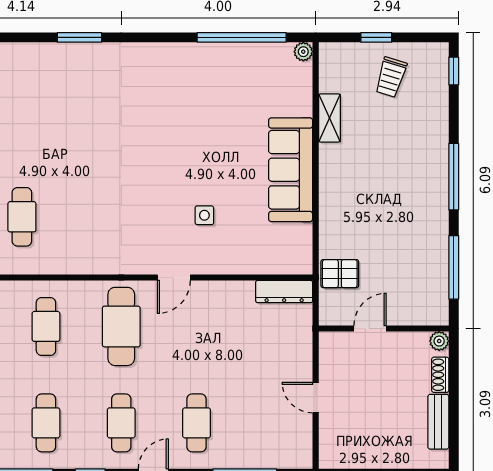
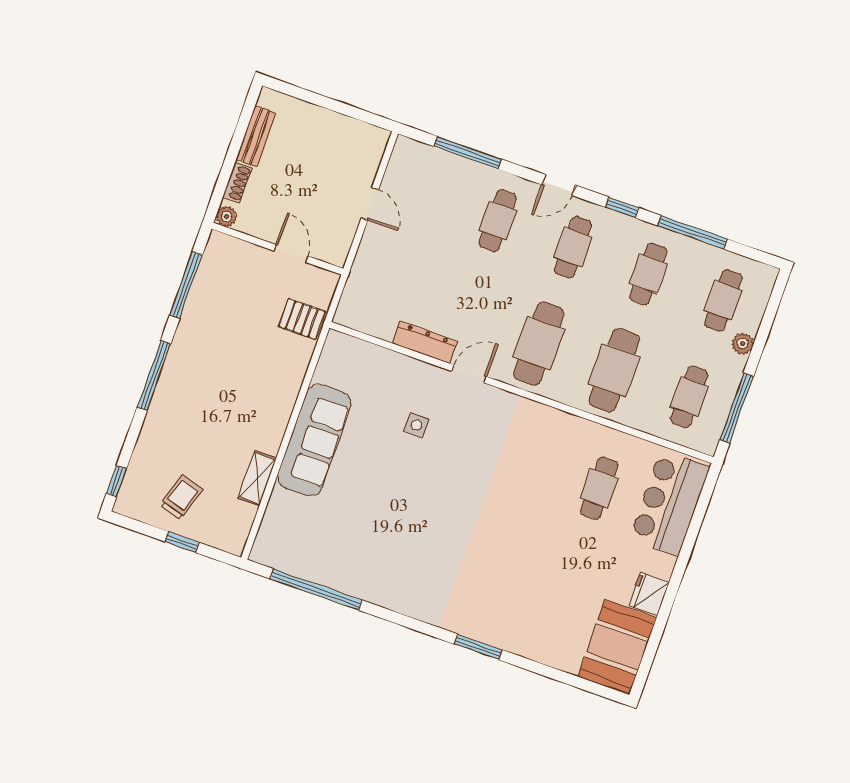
plant: (303, 52) -> (260, 554), removed
dresser: (284, 292) -> (425, 342), moved
cafe table: (46, 326) -> (614, 370), width x1.37, depth x1.35
door: (370, 328) -> (291, 253), swing flipped

